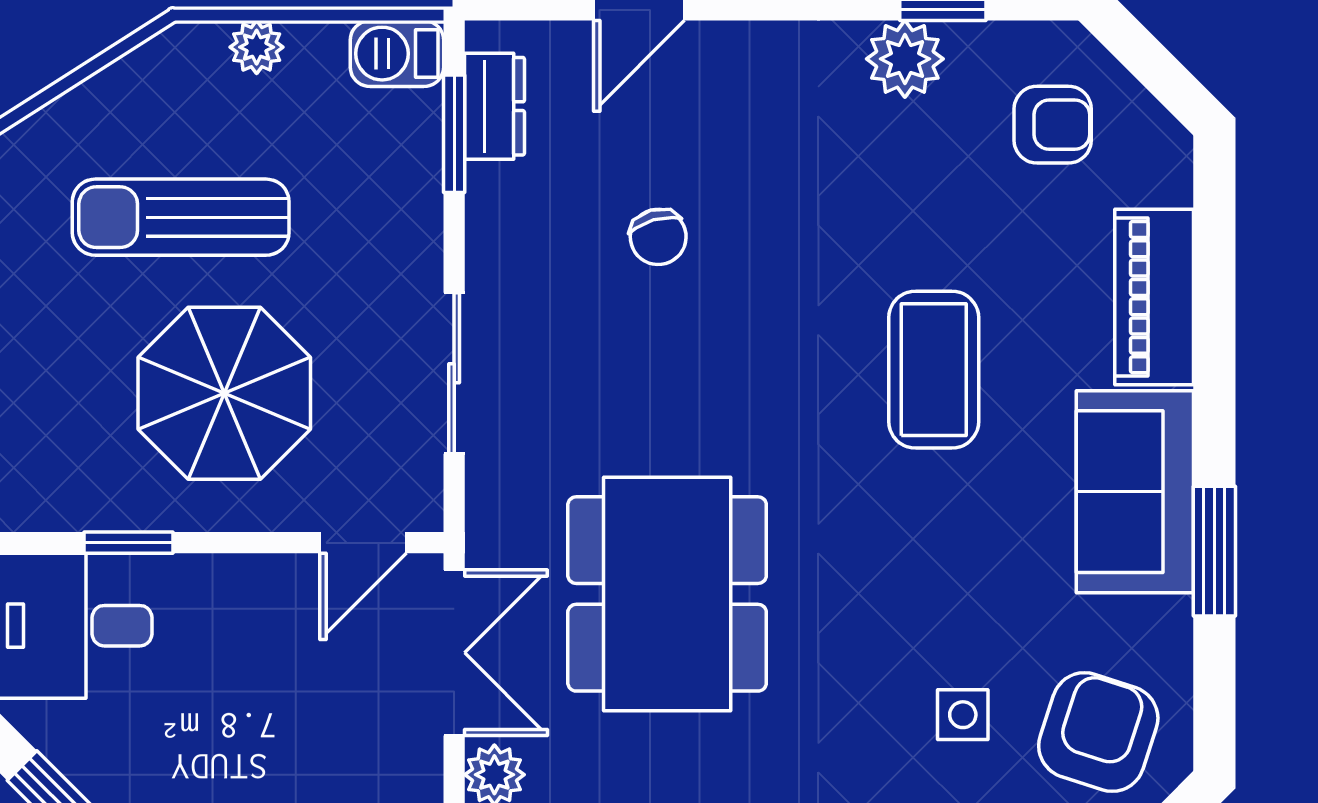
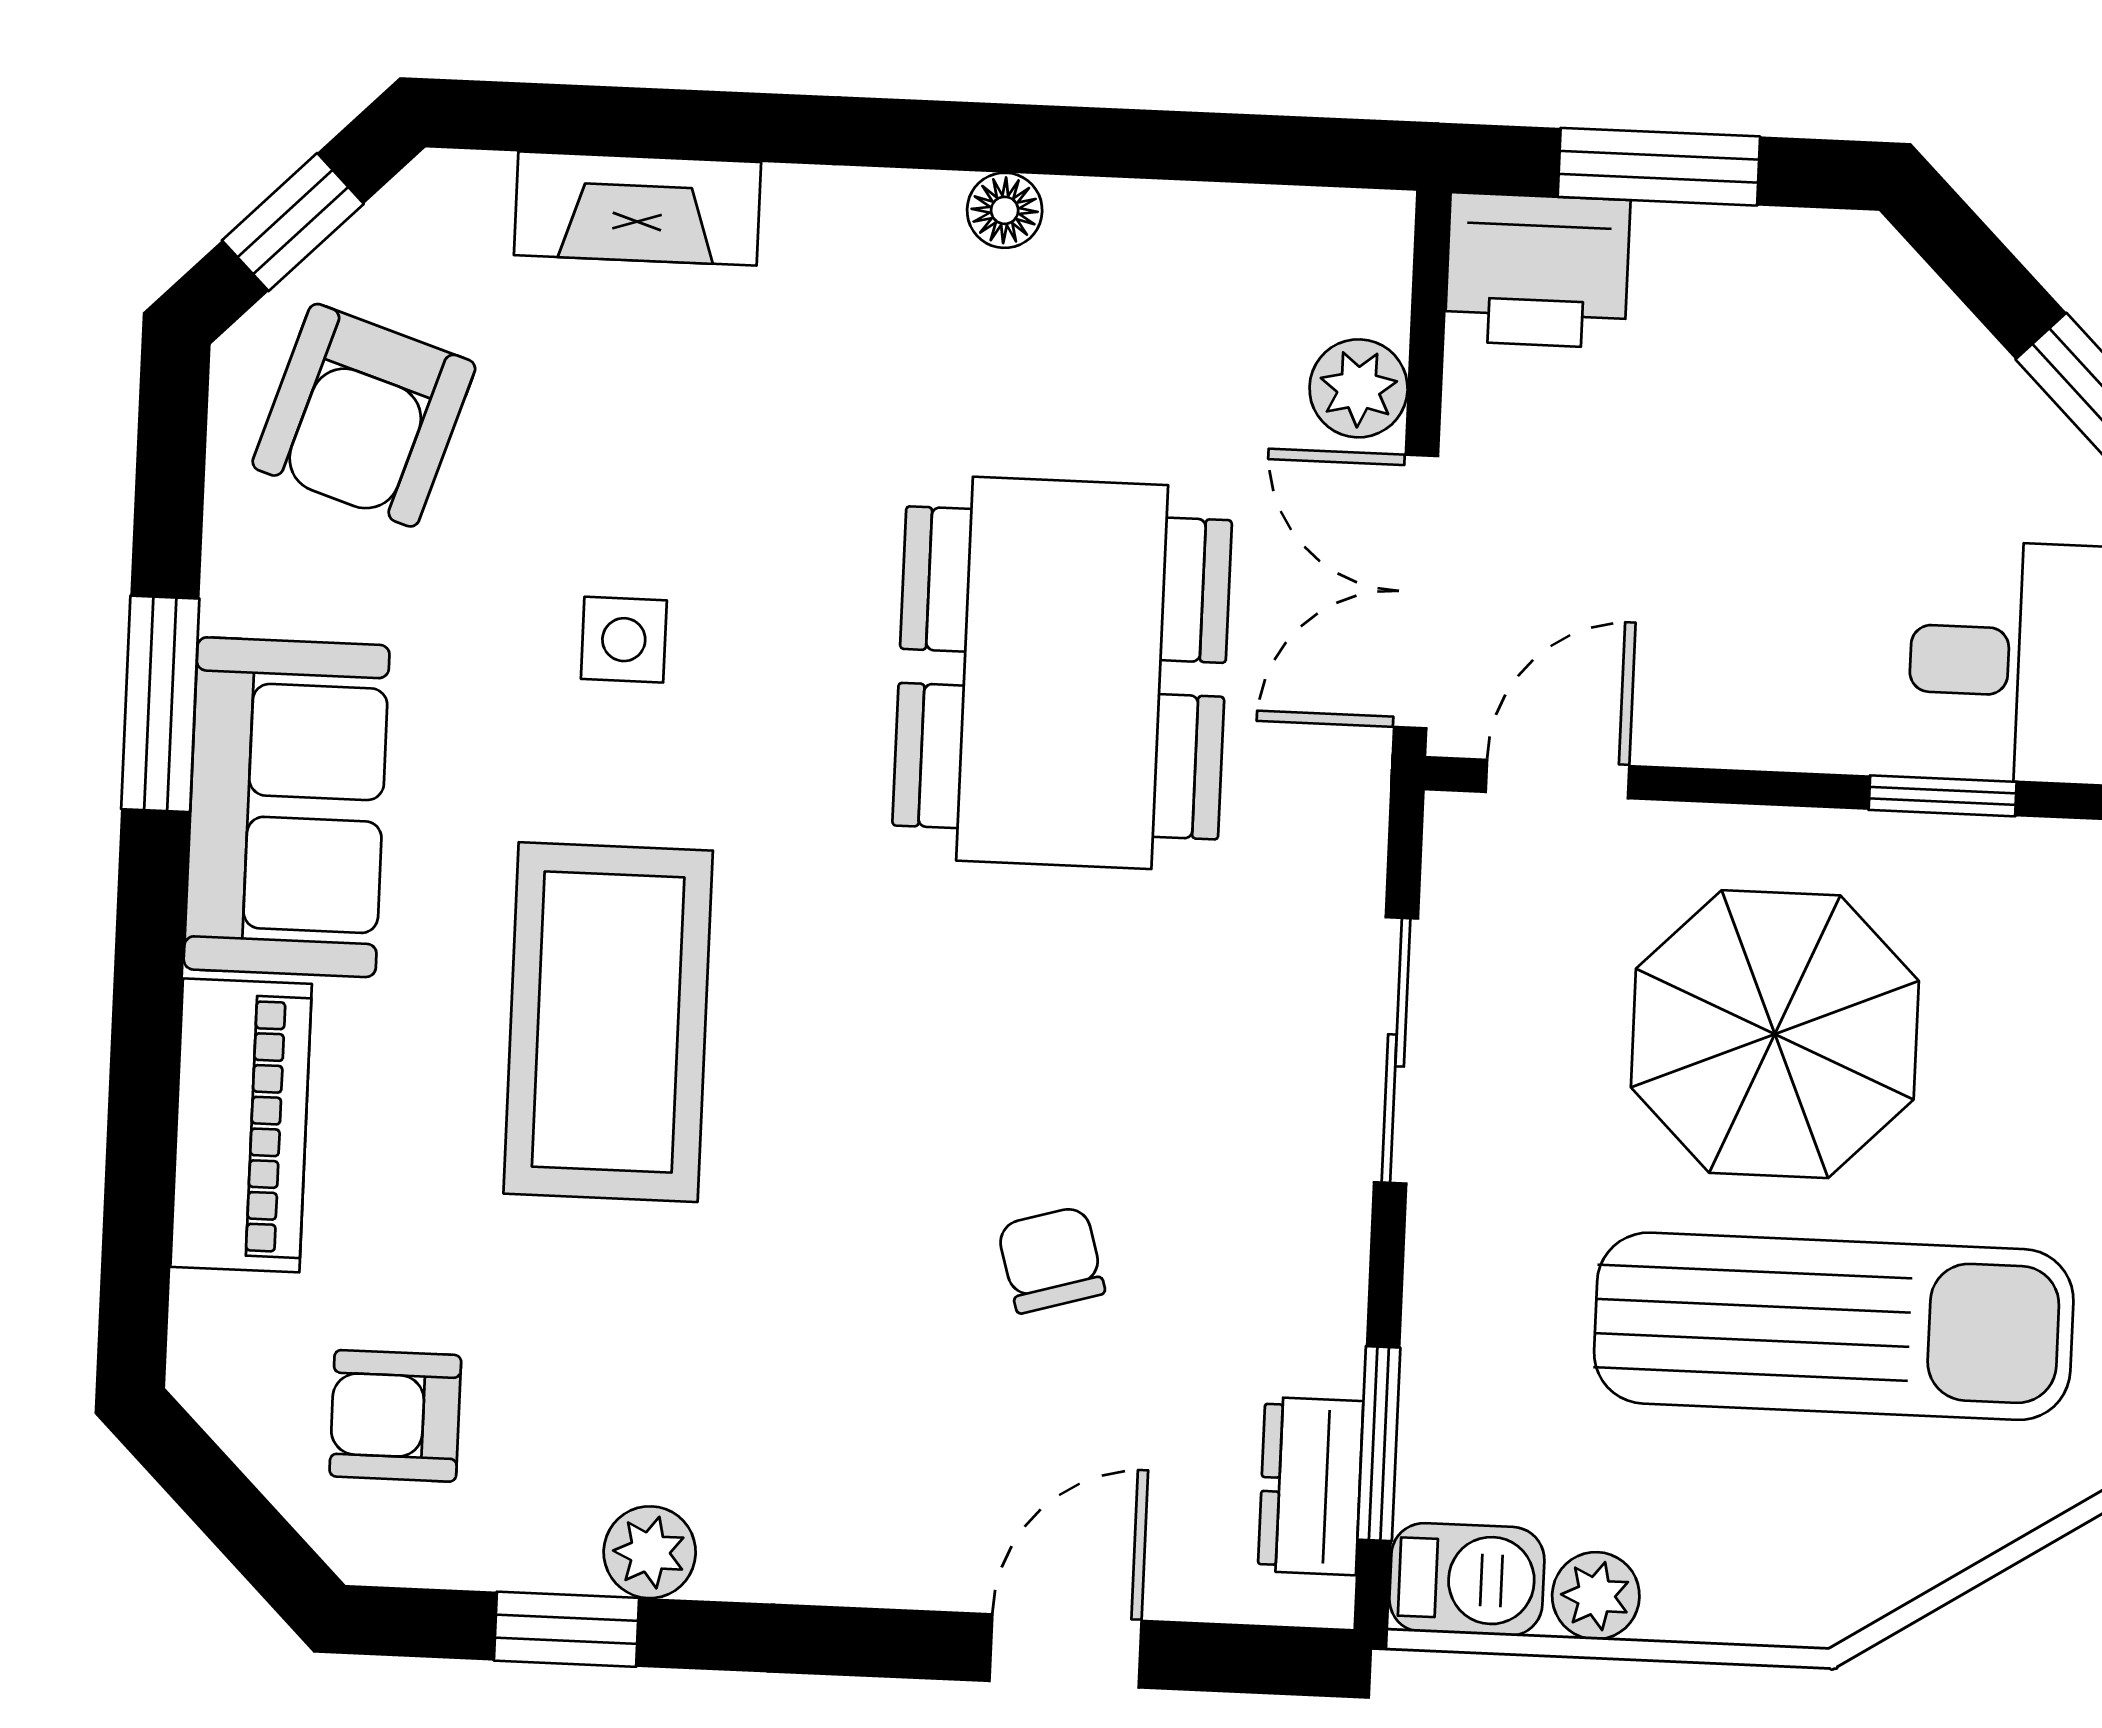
plant: (257, 47) -> (1596, 1596), moved
plant: (905, 59) -> (650, 1552), width x0.73, depth x0.73
sun lounger: (181, 217) -> (1834, 1326), width x1.36, depth x1.34
coffee table: (934, 370) -> (608, 1022), width x1.36, depth x1.32
side table: (963, 715) -> (624, 640), moved

